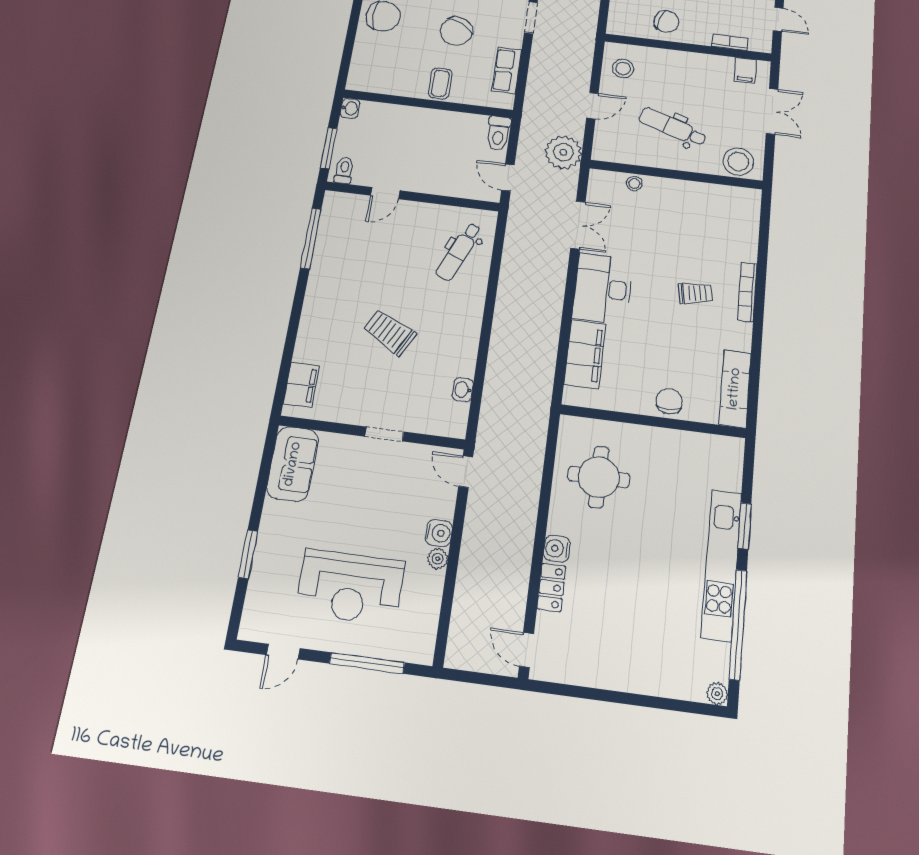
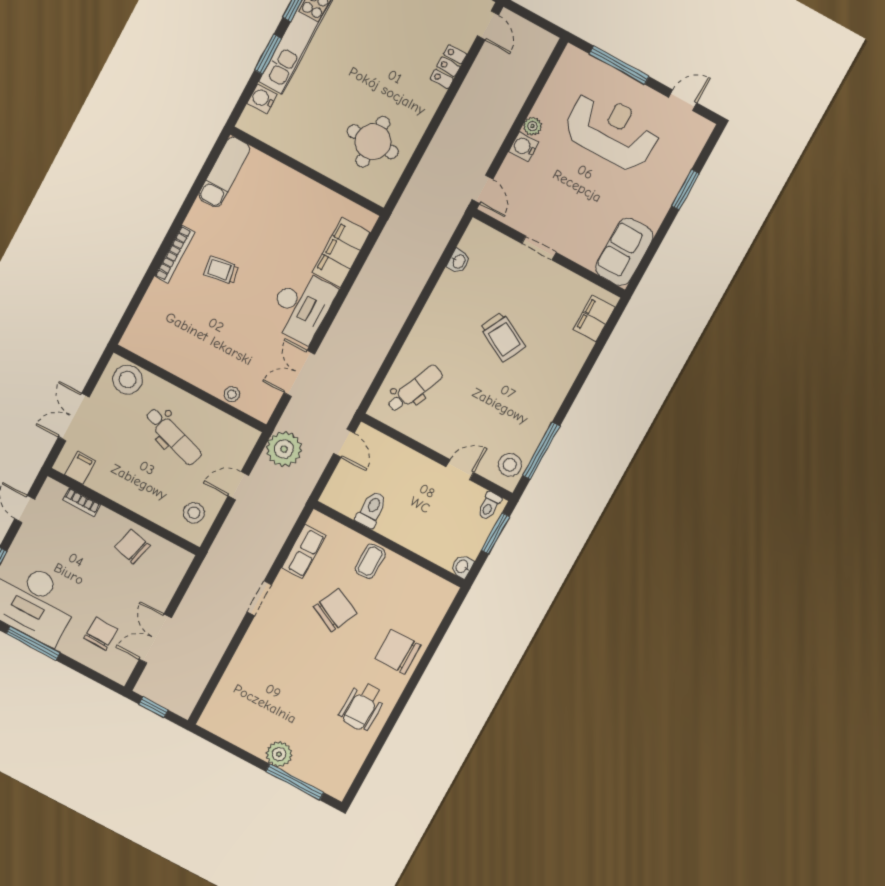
toilet: (498, 133) -> (372, 509), moved
stool: (337, 215) -> (510, 465), added
chair: (669, 401) -> (286, 183), removed
water cooler: (557, 549) -> (262, 99), moved, turned 180

